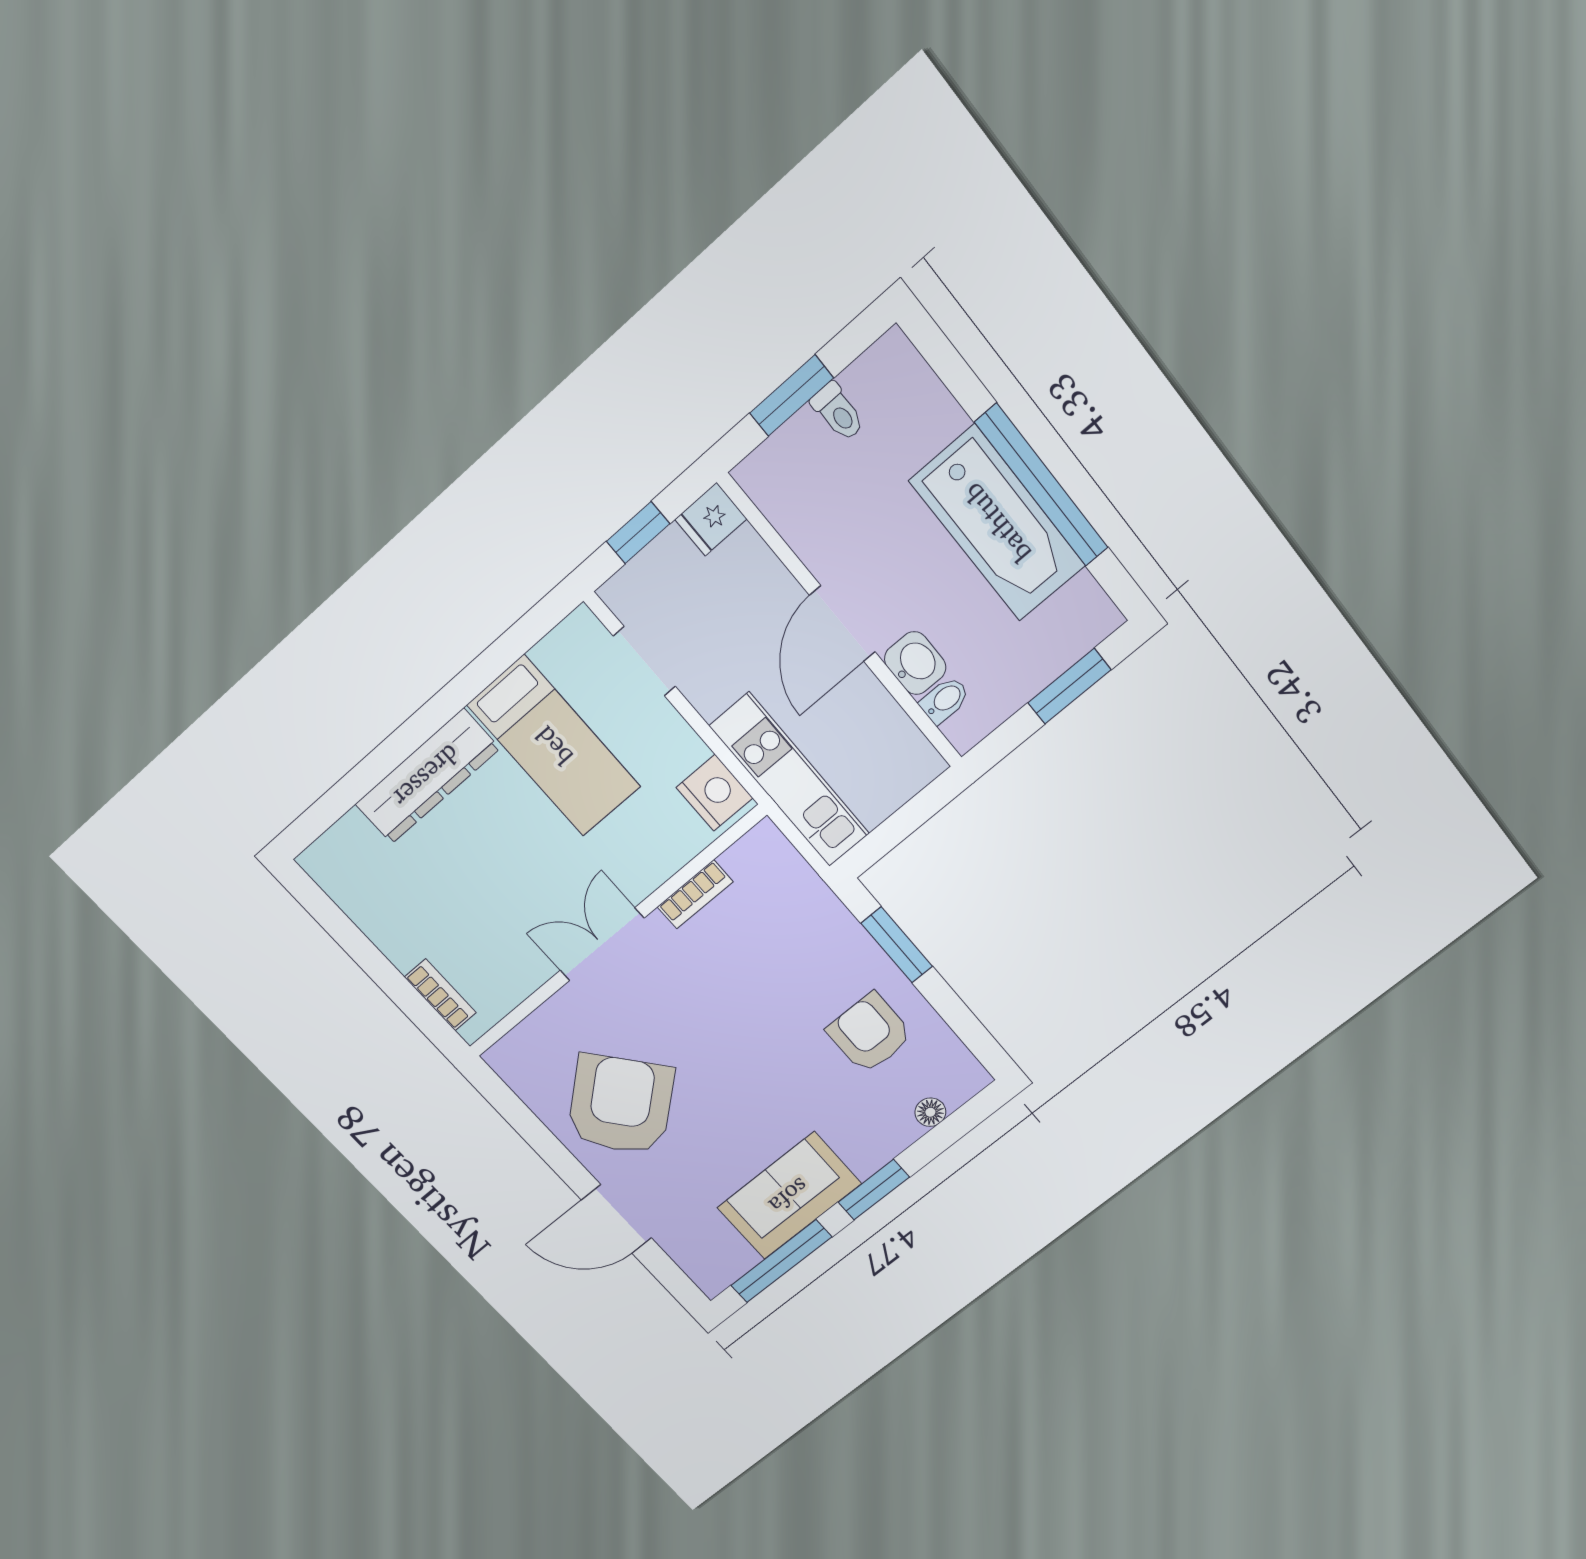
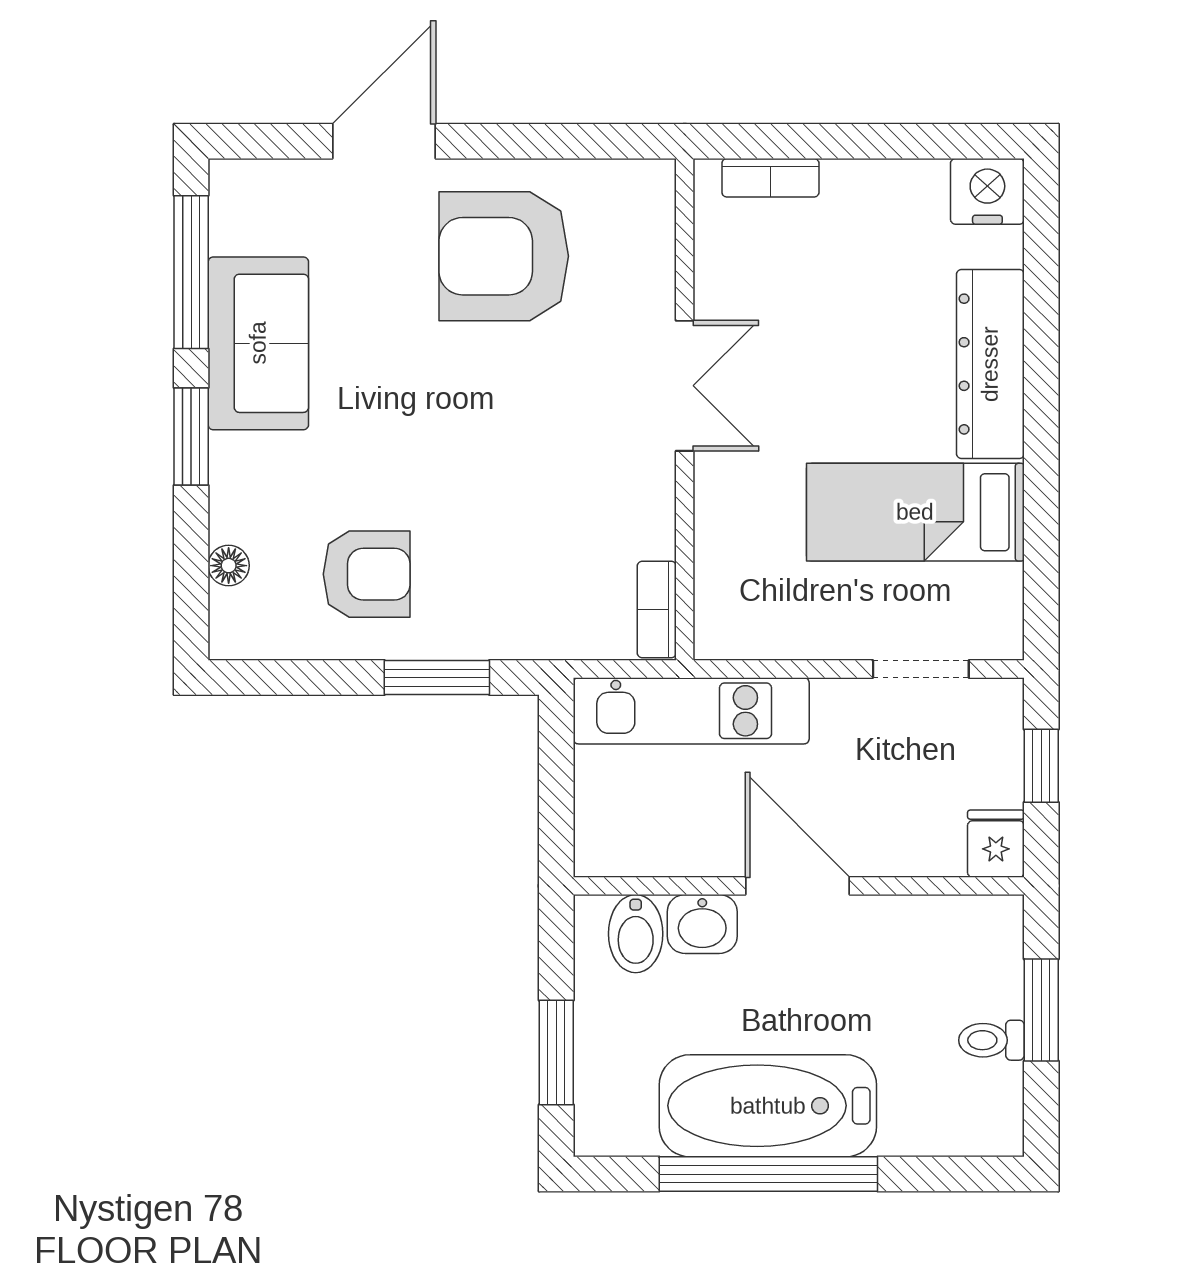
bidet: (945, 700) -> (636, 934), width x1.38, depth x1.36
nightstand: (714, 793) -> (987, 191), moved, turned 180
bookcase: (695, 894) -> (657, 610), moved
armchair: (621, 1105) -> (504, 256), turned 130

